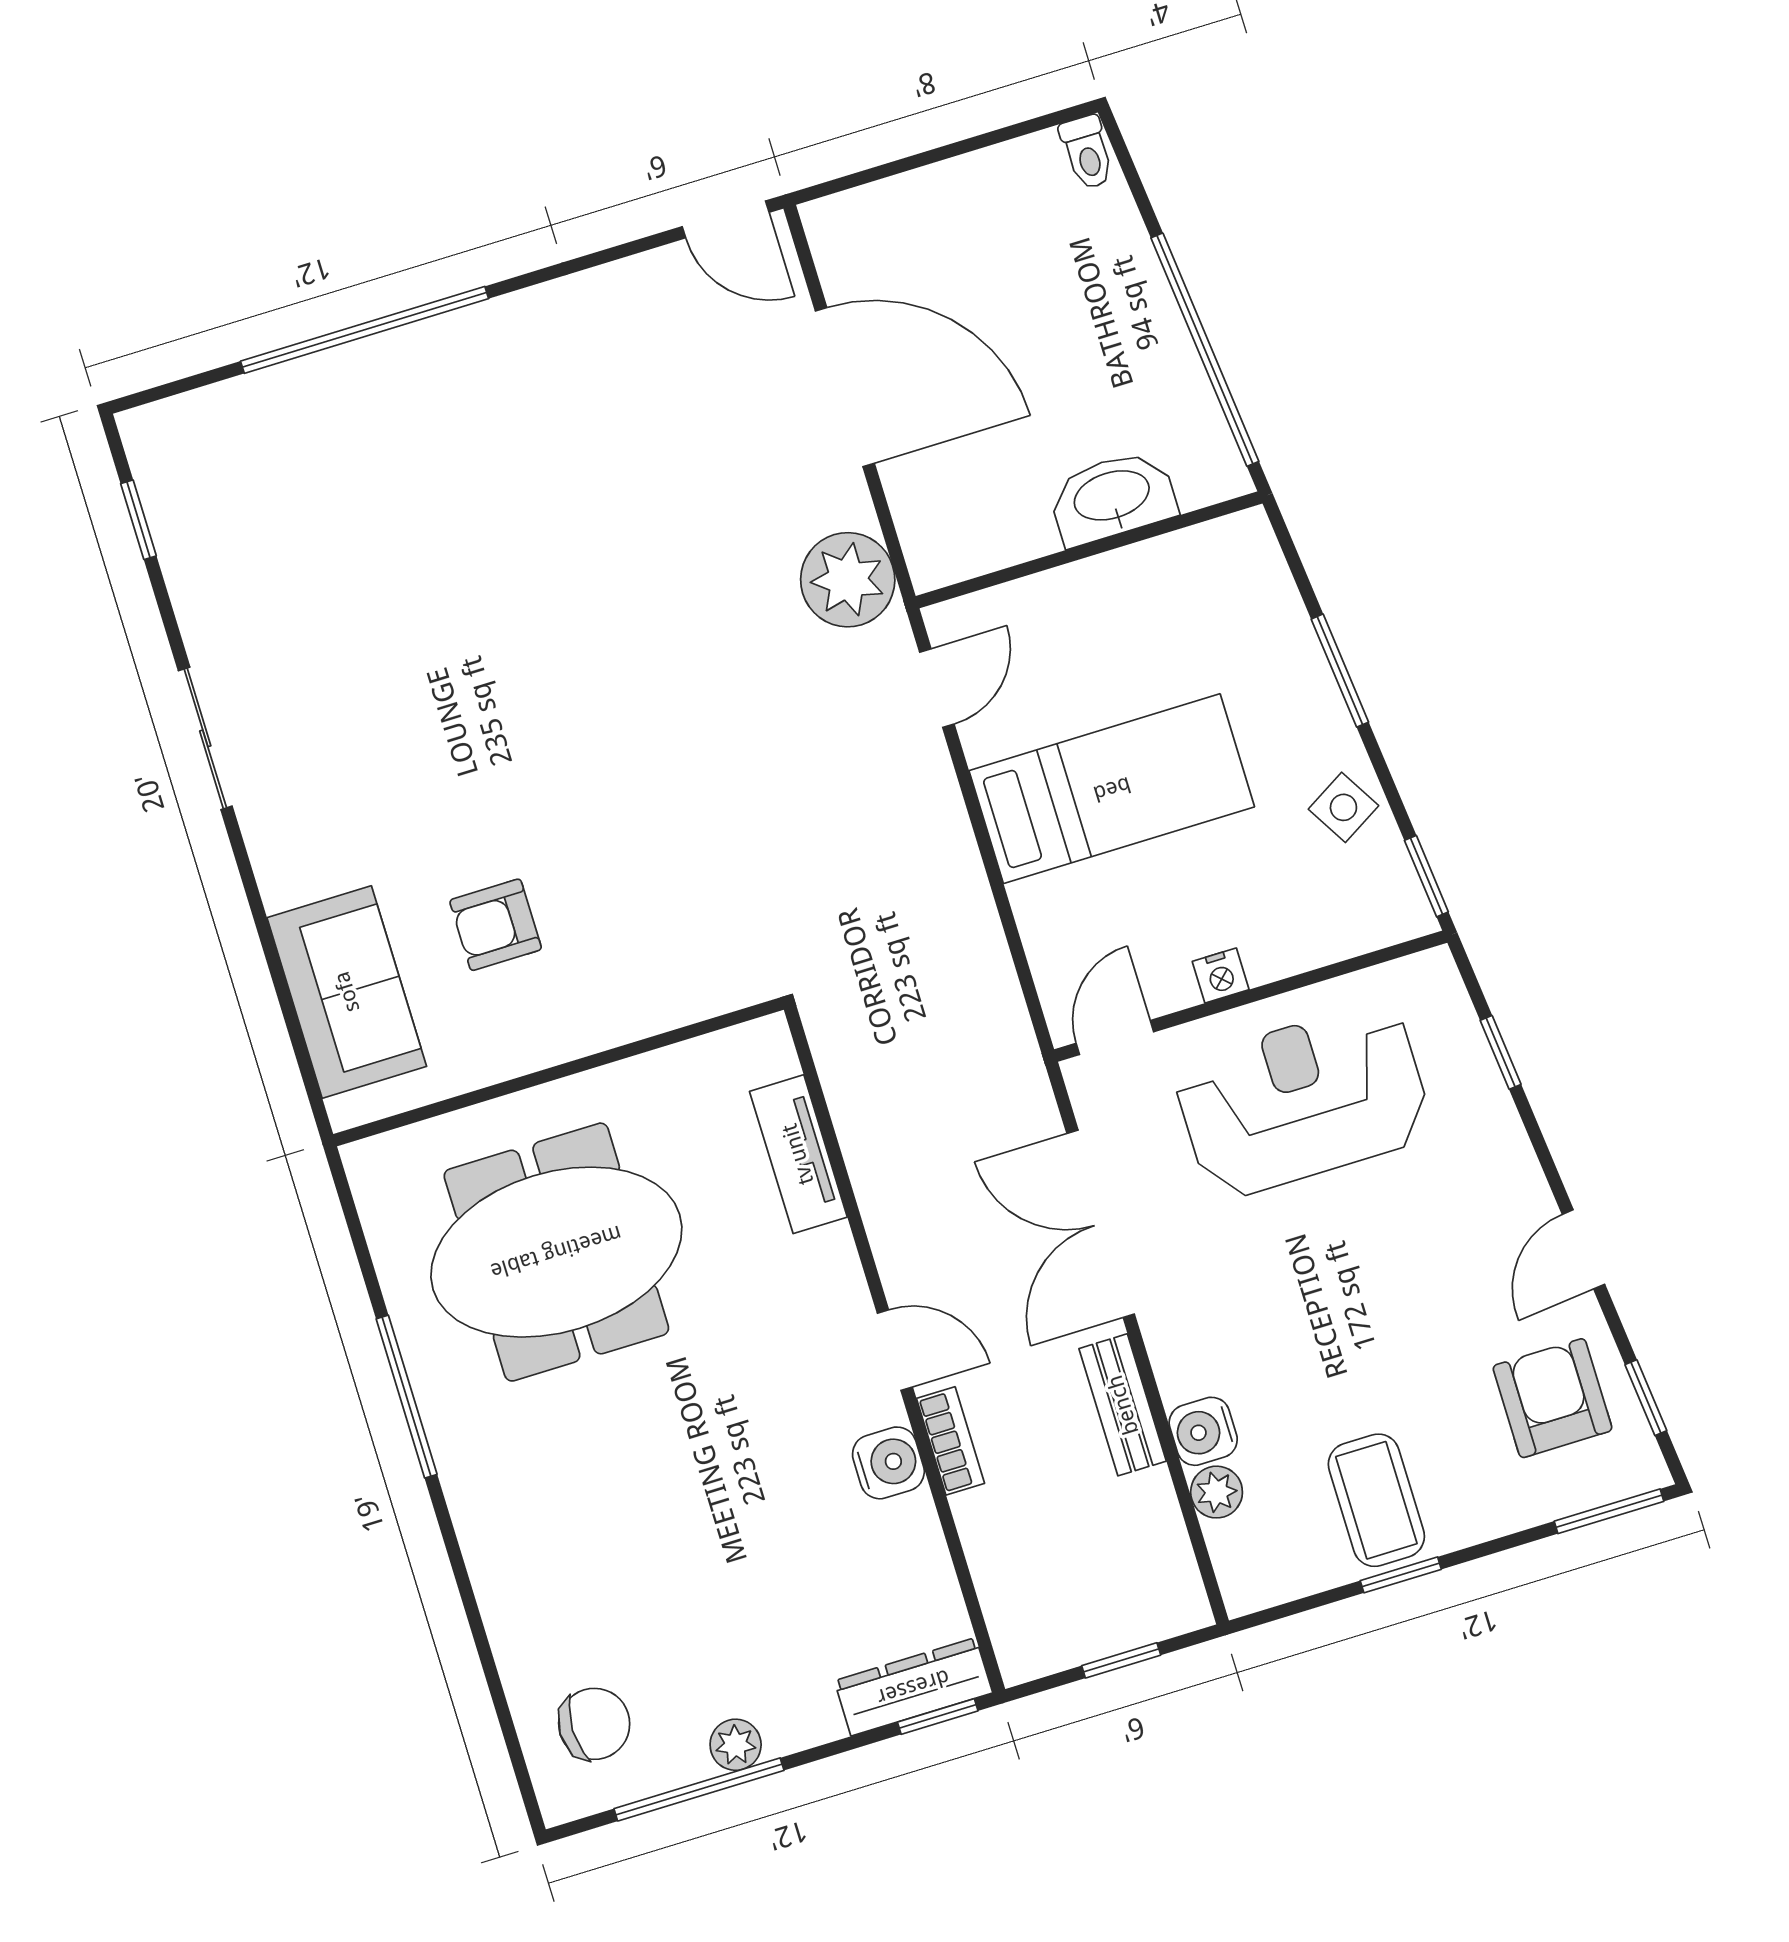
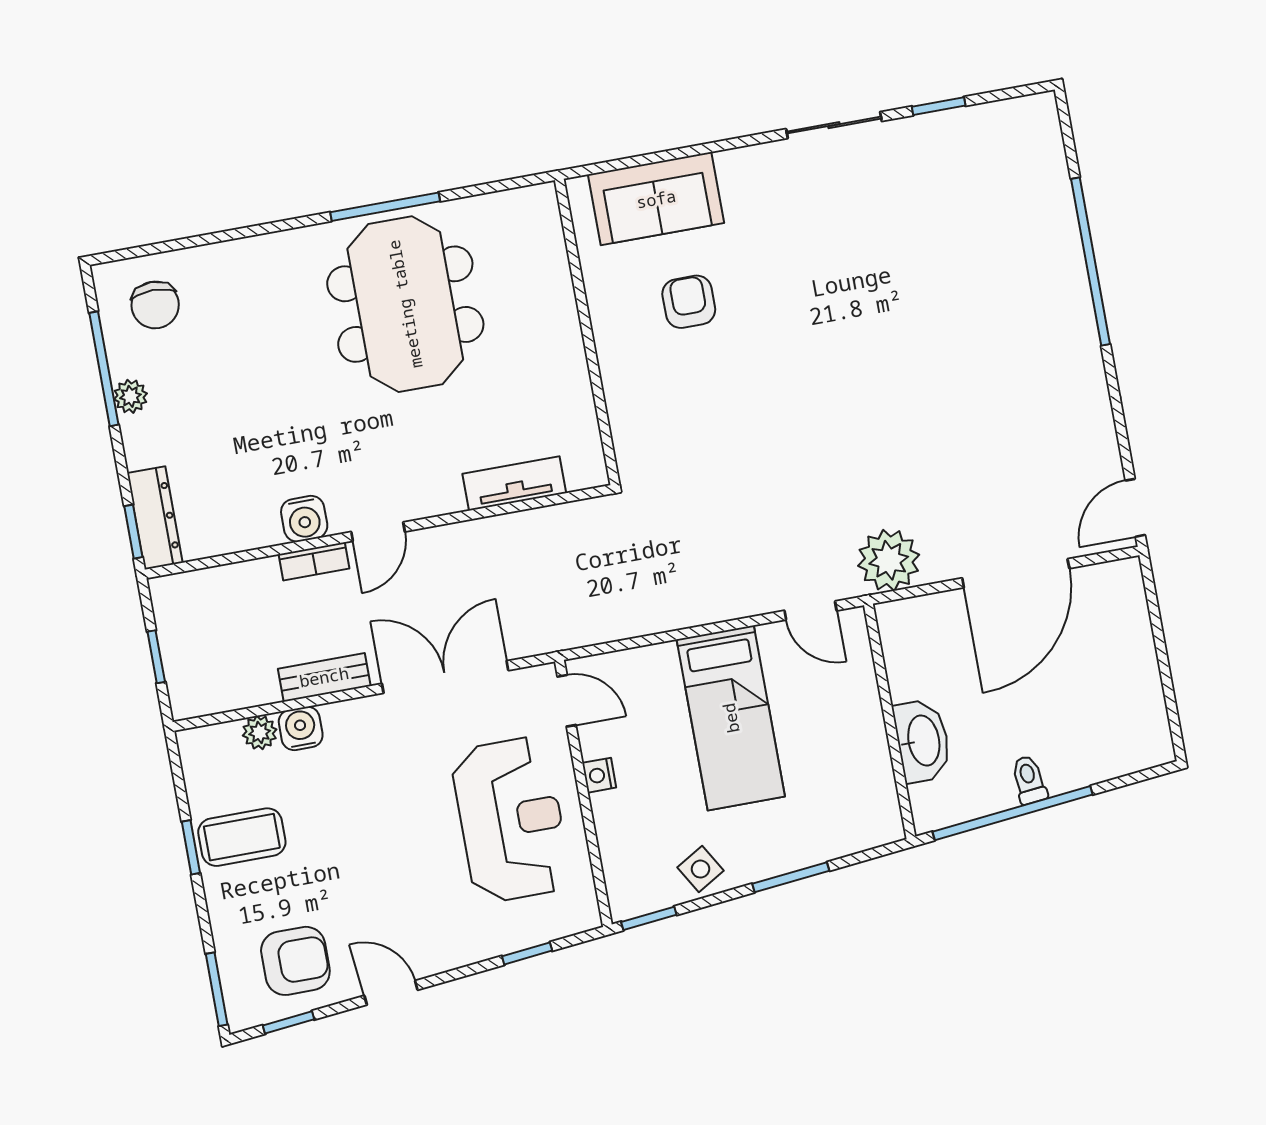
toilet: (1087, 152) -> (1029, 780), moved, turned 84
window: (138, 520) -> (939, 106), moved
meeting table: (556, 1252) -> (405, 304), moved

